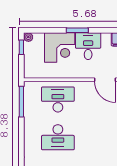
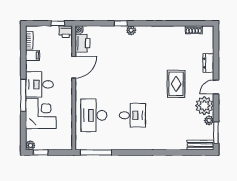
window: (77, 30) -> (23, 95), width x1.44
desk: (58, 137) -> (132, 115), width x0.73

